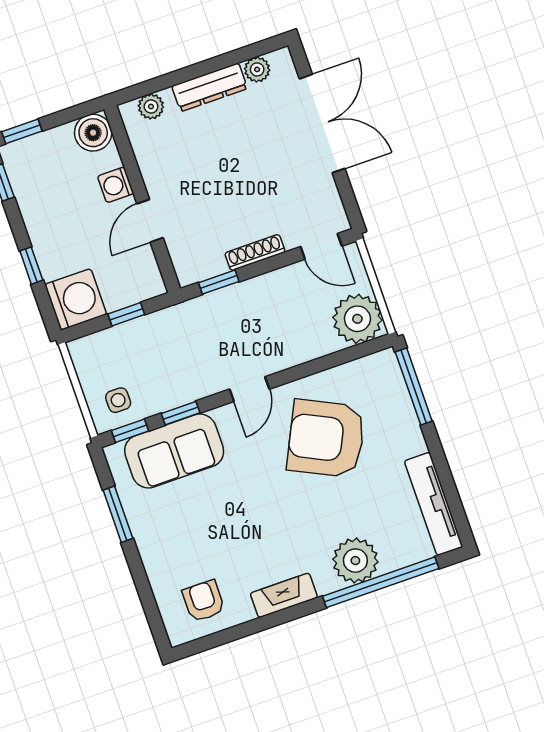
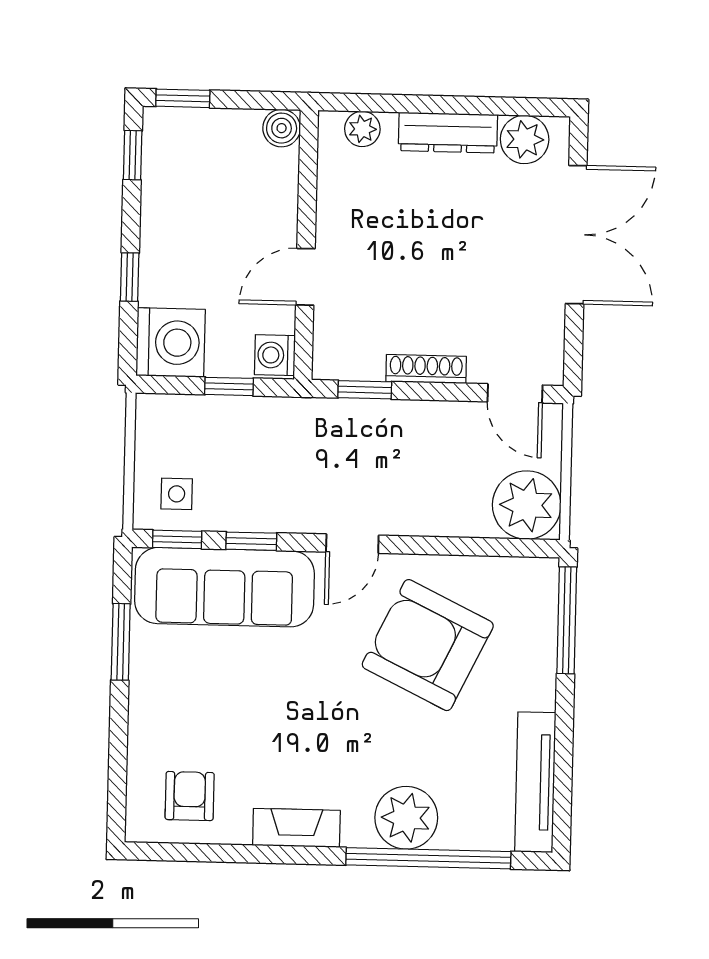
plant: (257, 69) -> (525, 139), width x1.38, depth x1.38
boiler: (93, 133) -> (282, 128), width x0.73, depth x0.73
washing machine: (116, 185) -> (275, 355), moved
sofa: (174, 451) -> (224, 587), width x1.36

